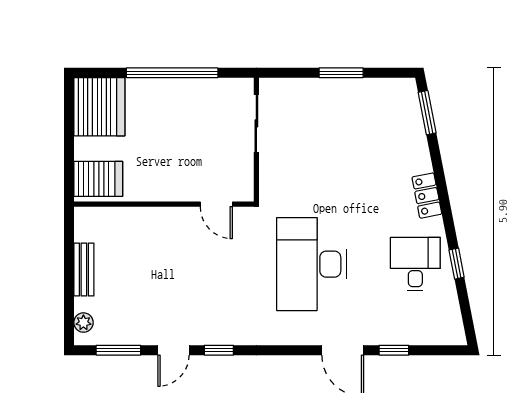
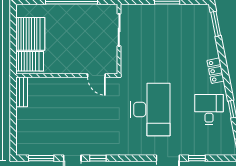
server rack: (99, 107) -> (30, 34), moved
desk: (312, 264) -> (150, 110), turned 180
bench: (84, 269) -> (22, 92), moved
plant: (83, 323) -> (21, 143), removed

